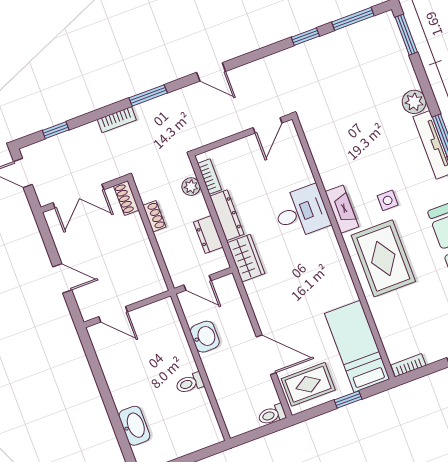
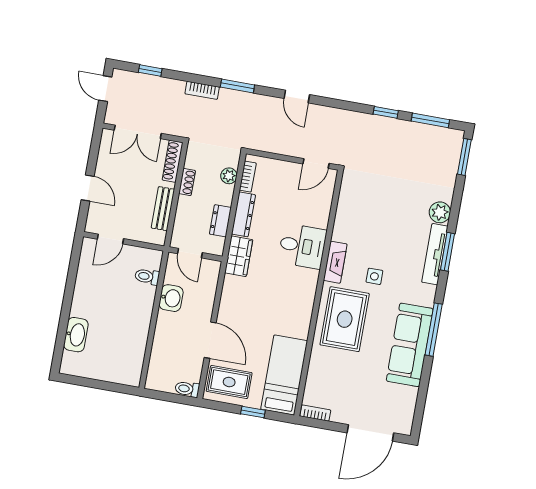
shoe rack: (126, 198) -> (173, 161), width x1.43
bench: (146, 255) -> (163, 209), added
door: (113, 314) -> (110, 239), hinge flipped
toilet: (190, 383) -> (147, 277), moved

